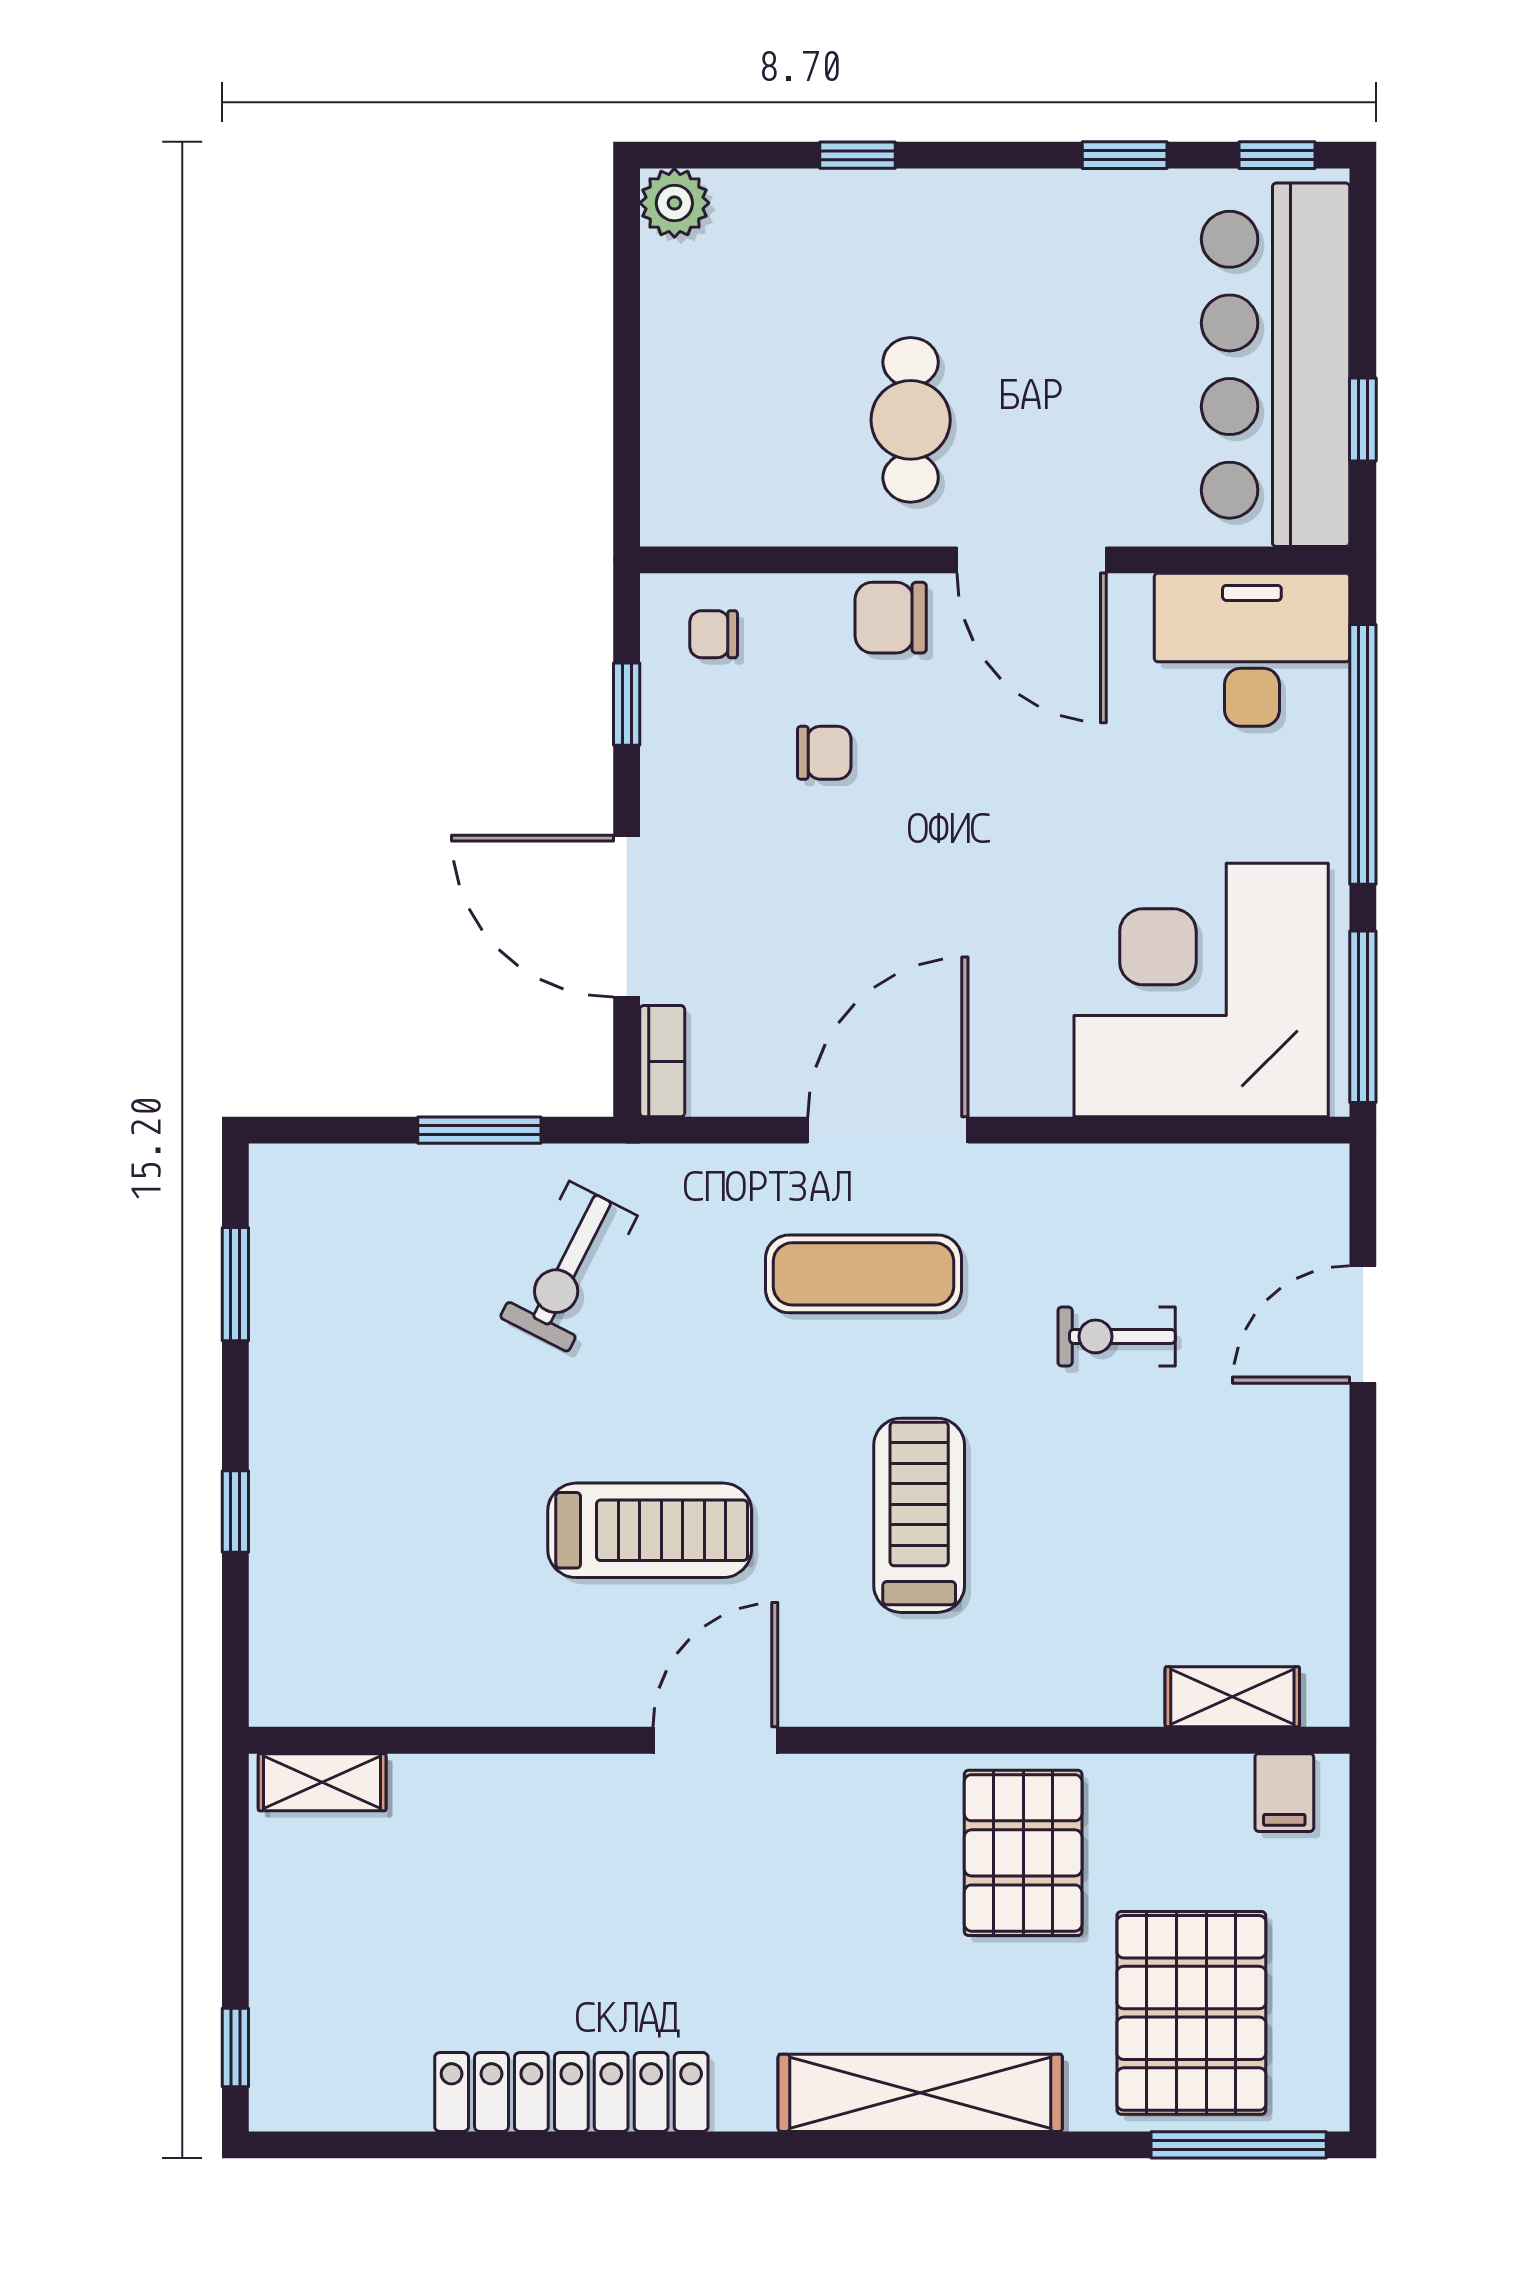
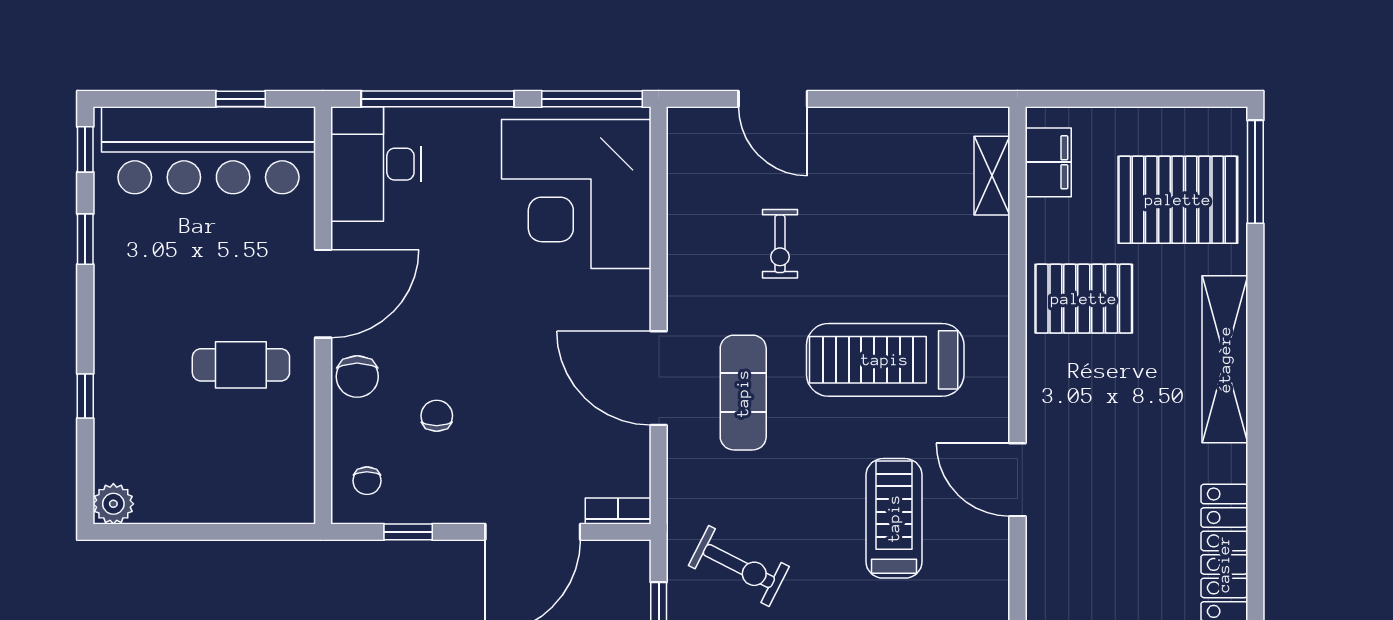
treadmill: (919, 1515) -> (885, 360), width x1.37, depth x1.38
filing cabinet: (1284, 1793) -> (1048, 162), width x2.00

